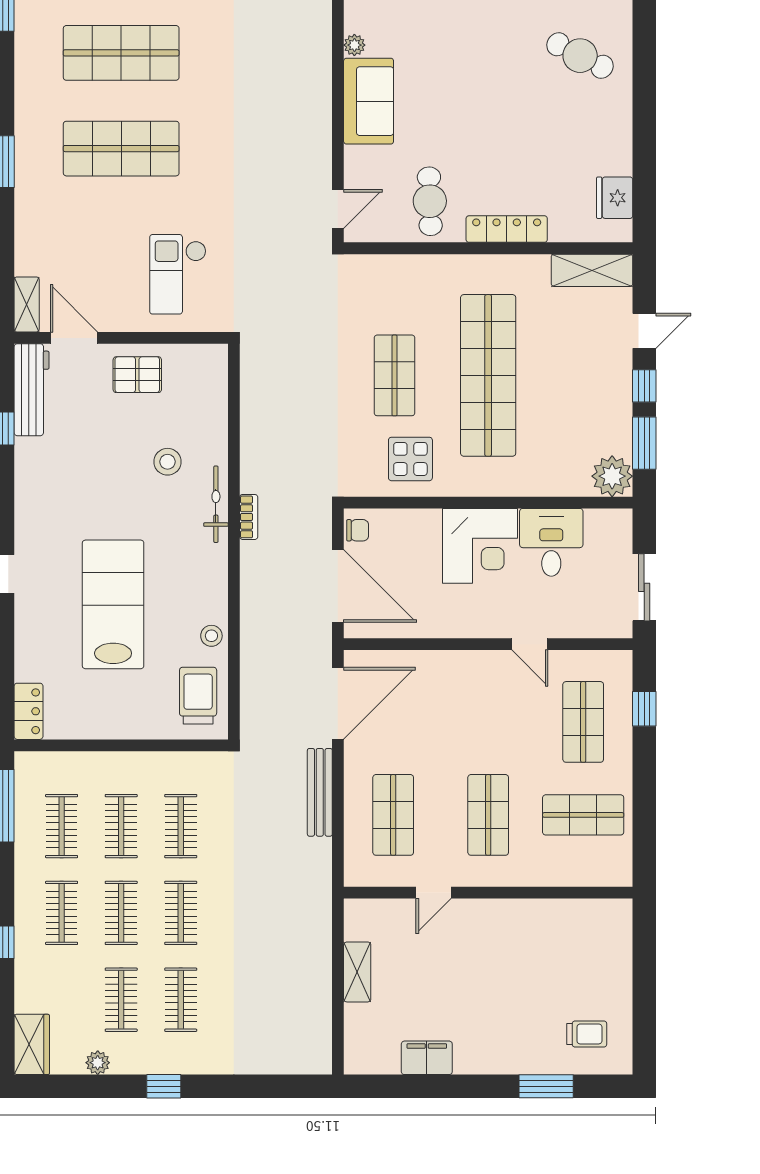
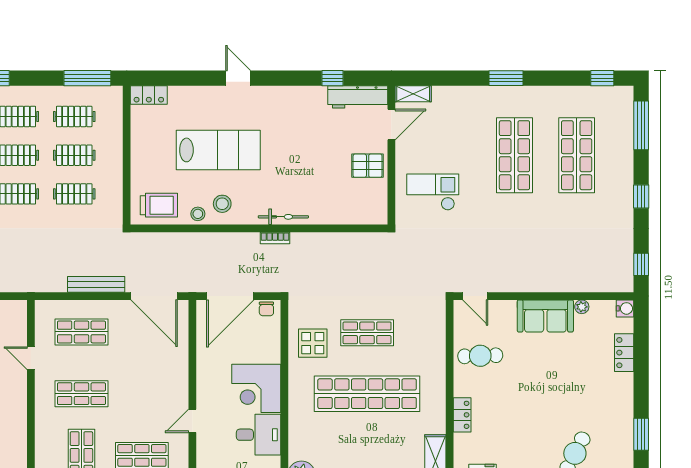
locker: (507, 229) -> (462, 415), width x0.66
pallet: (137, 375) -> (368, 166), turned 90
stool: (167, 462) -> (222, 204), moved

